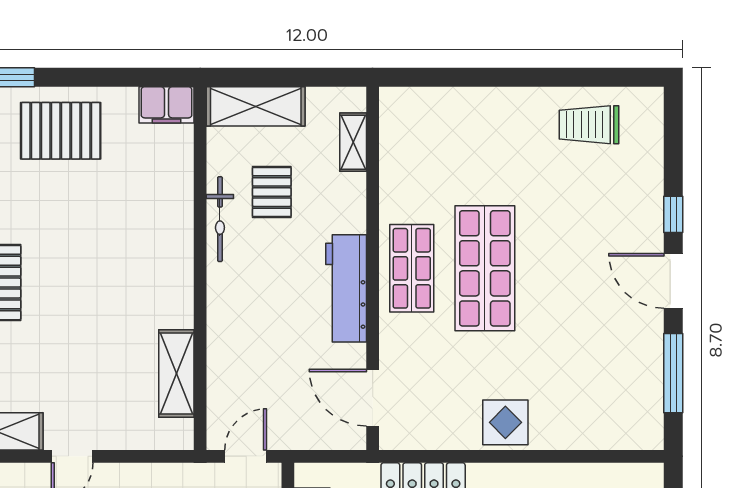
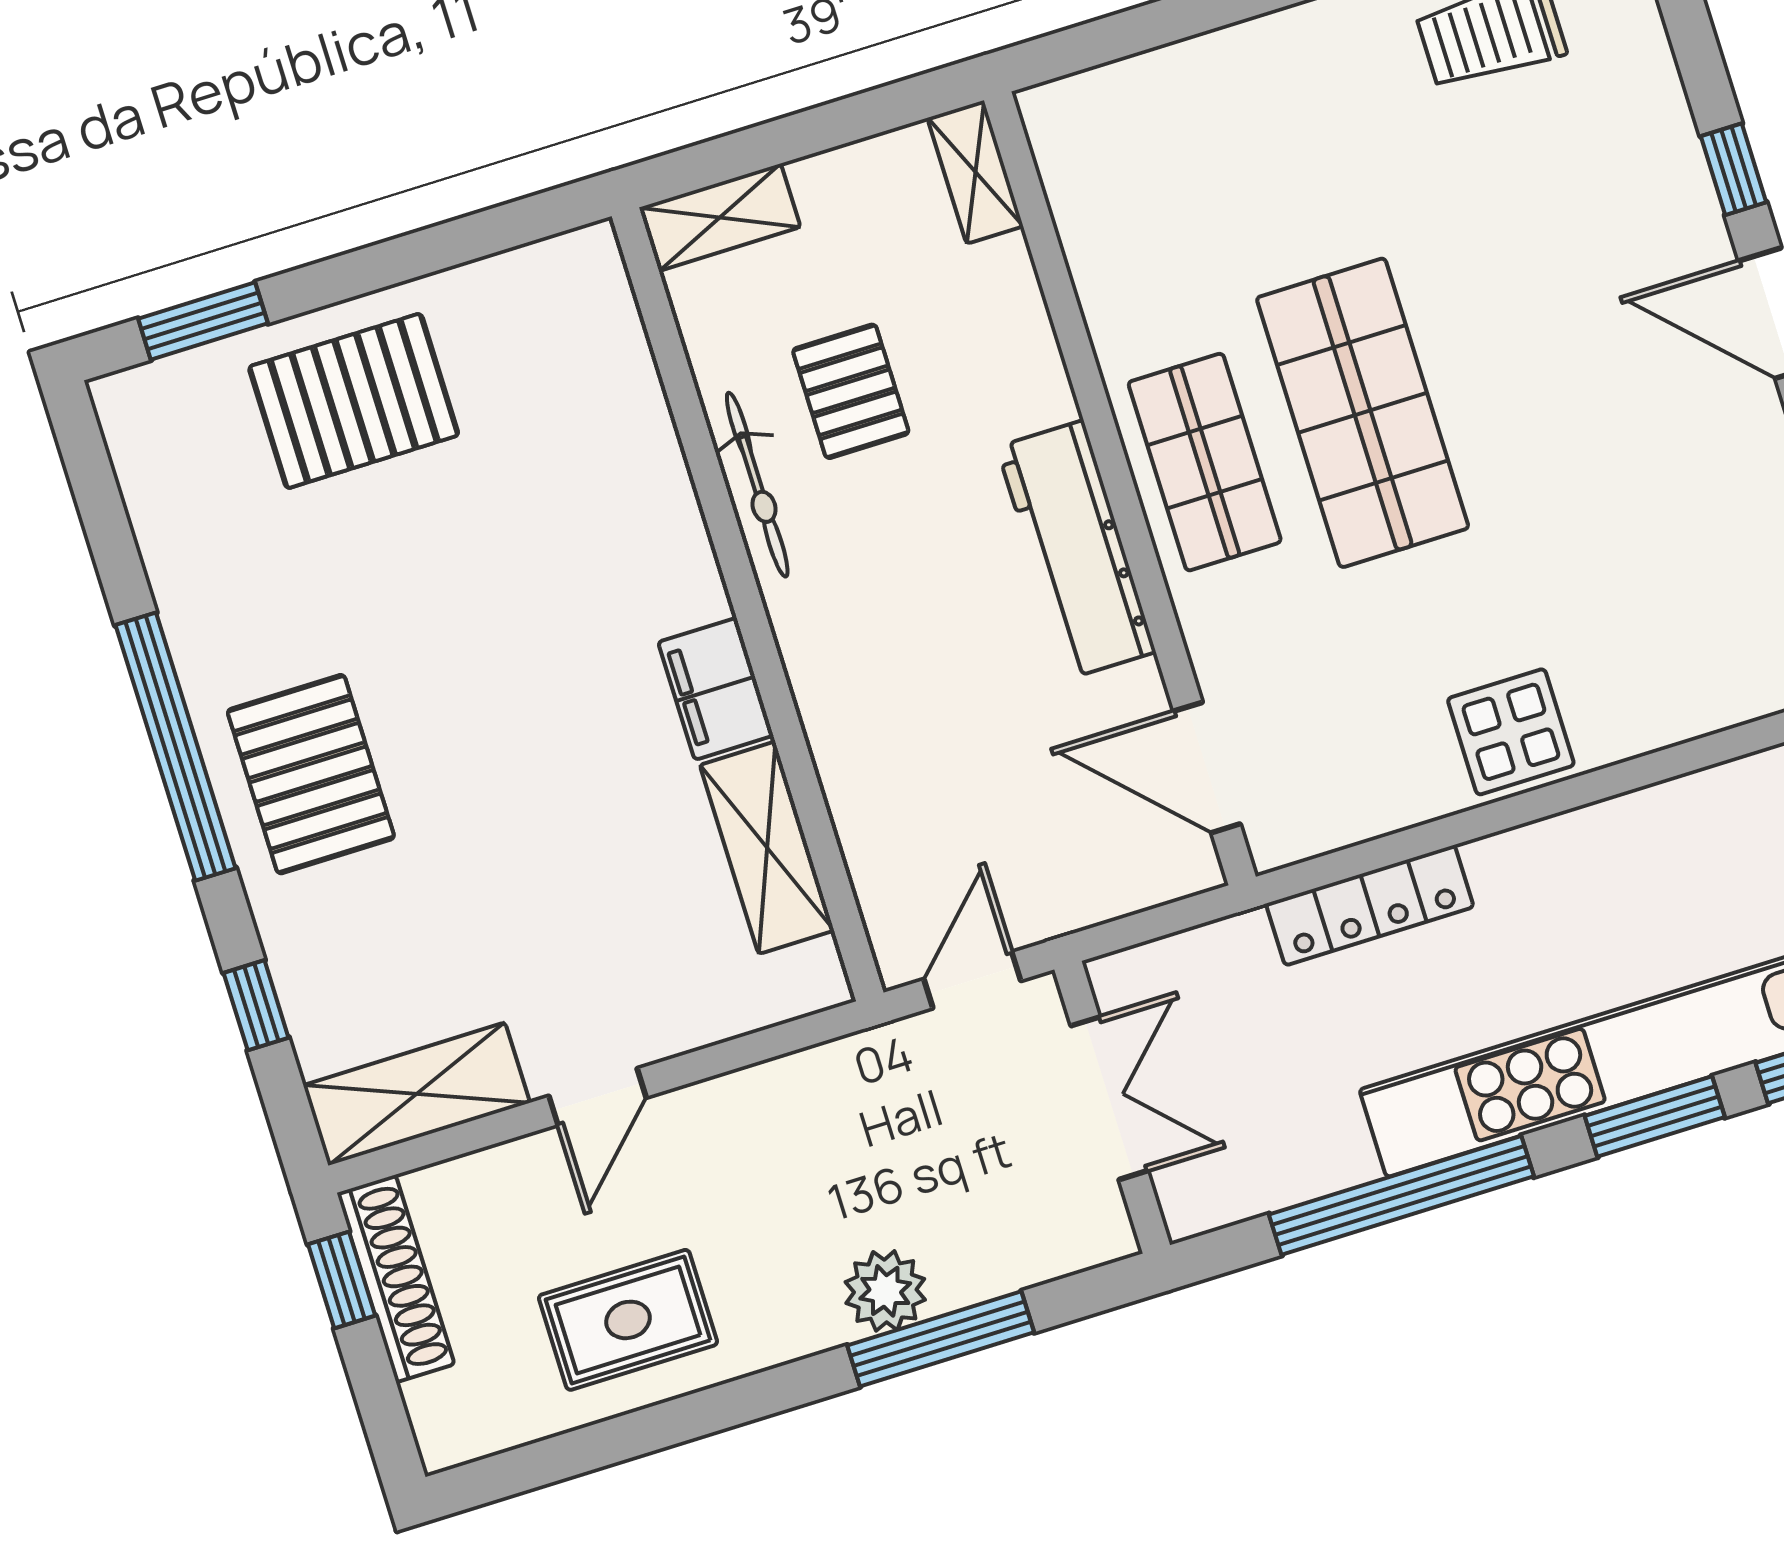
filing cabinet: (167, 105) -> (716, 689), moved, turned 90
shelving: (256, 106) -> (720, 217), width x0.67, depth x0.75
shelving: (353, 142) -> (975, 172), moved

